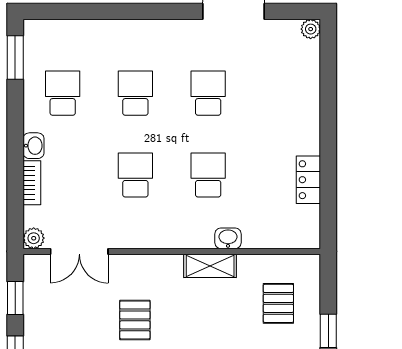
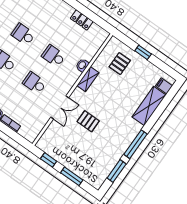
plant: (34, 238) -> (31, 137), removed
double door: (79, 251) -> (60, 107), moved
pallet: (278, 303) -> (120, 64), turned 90

